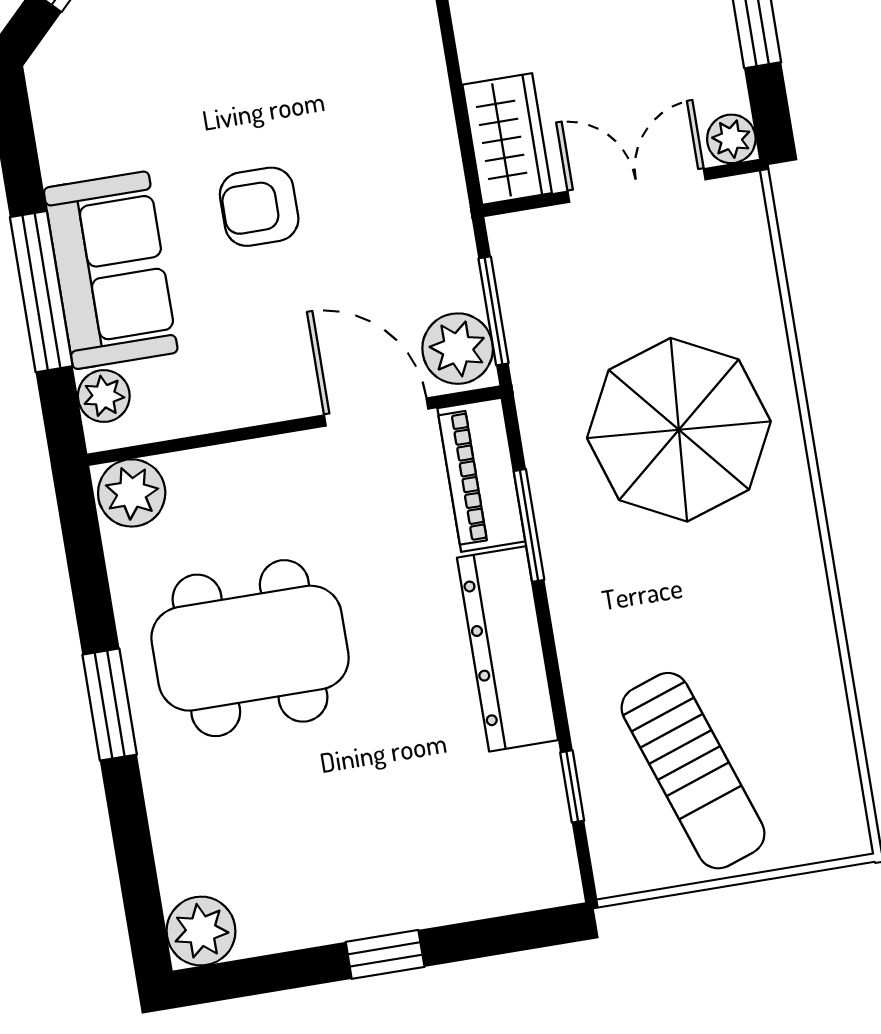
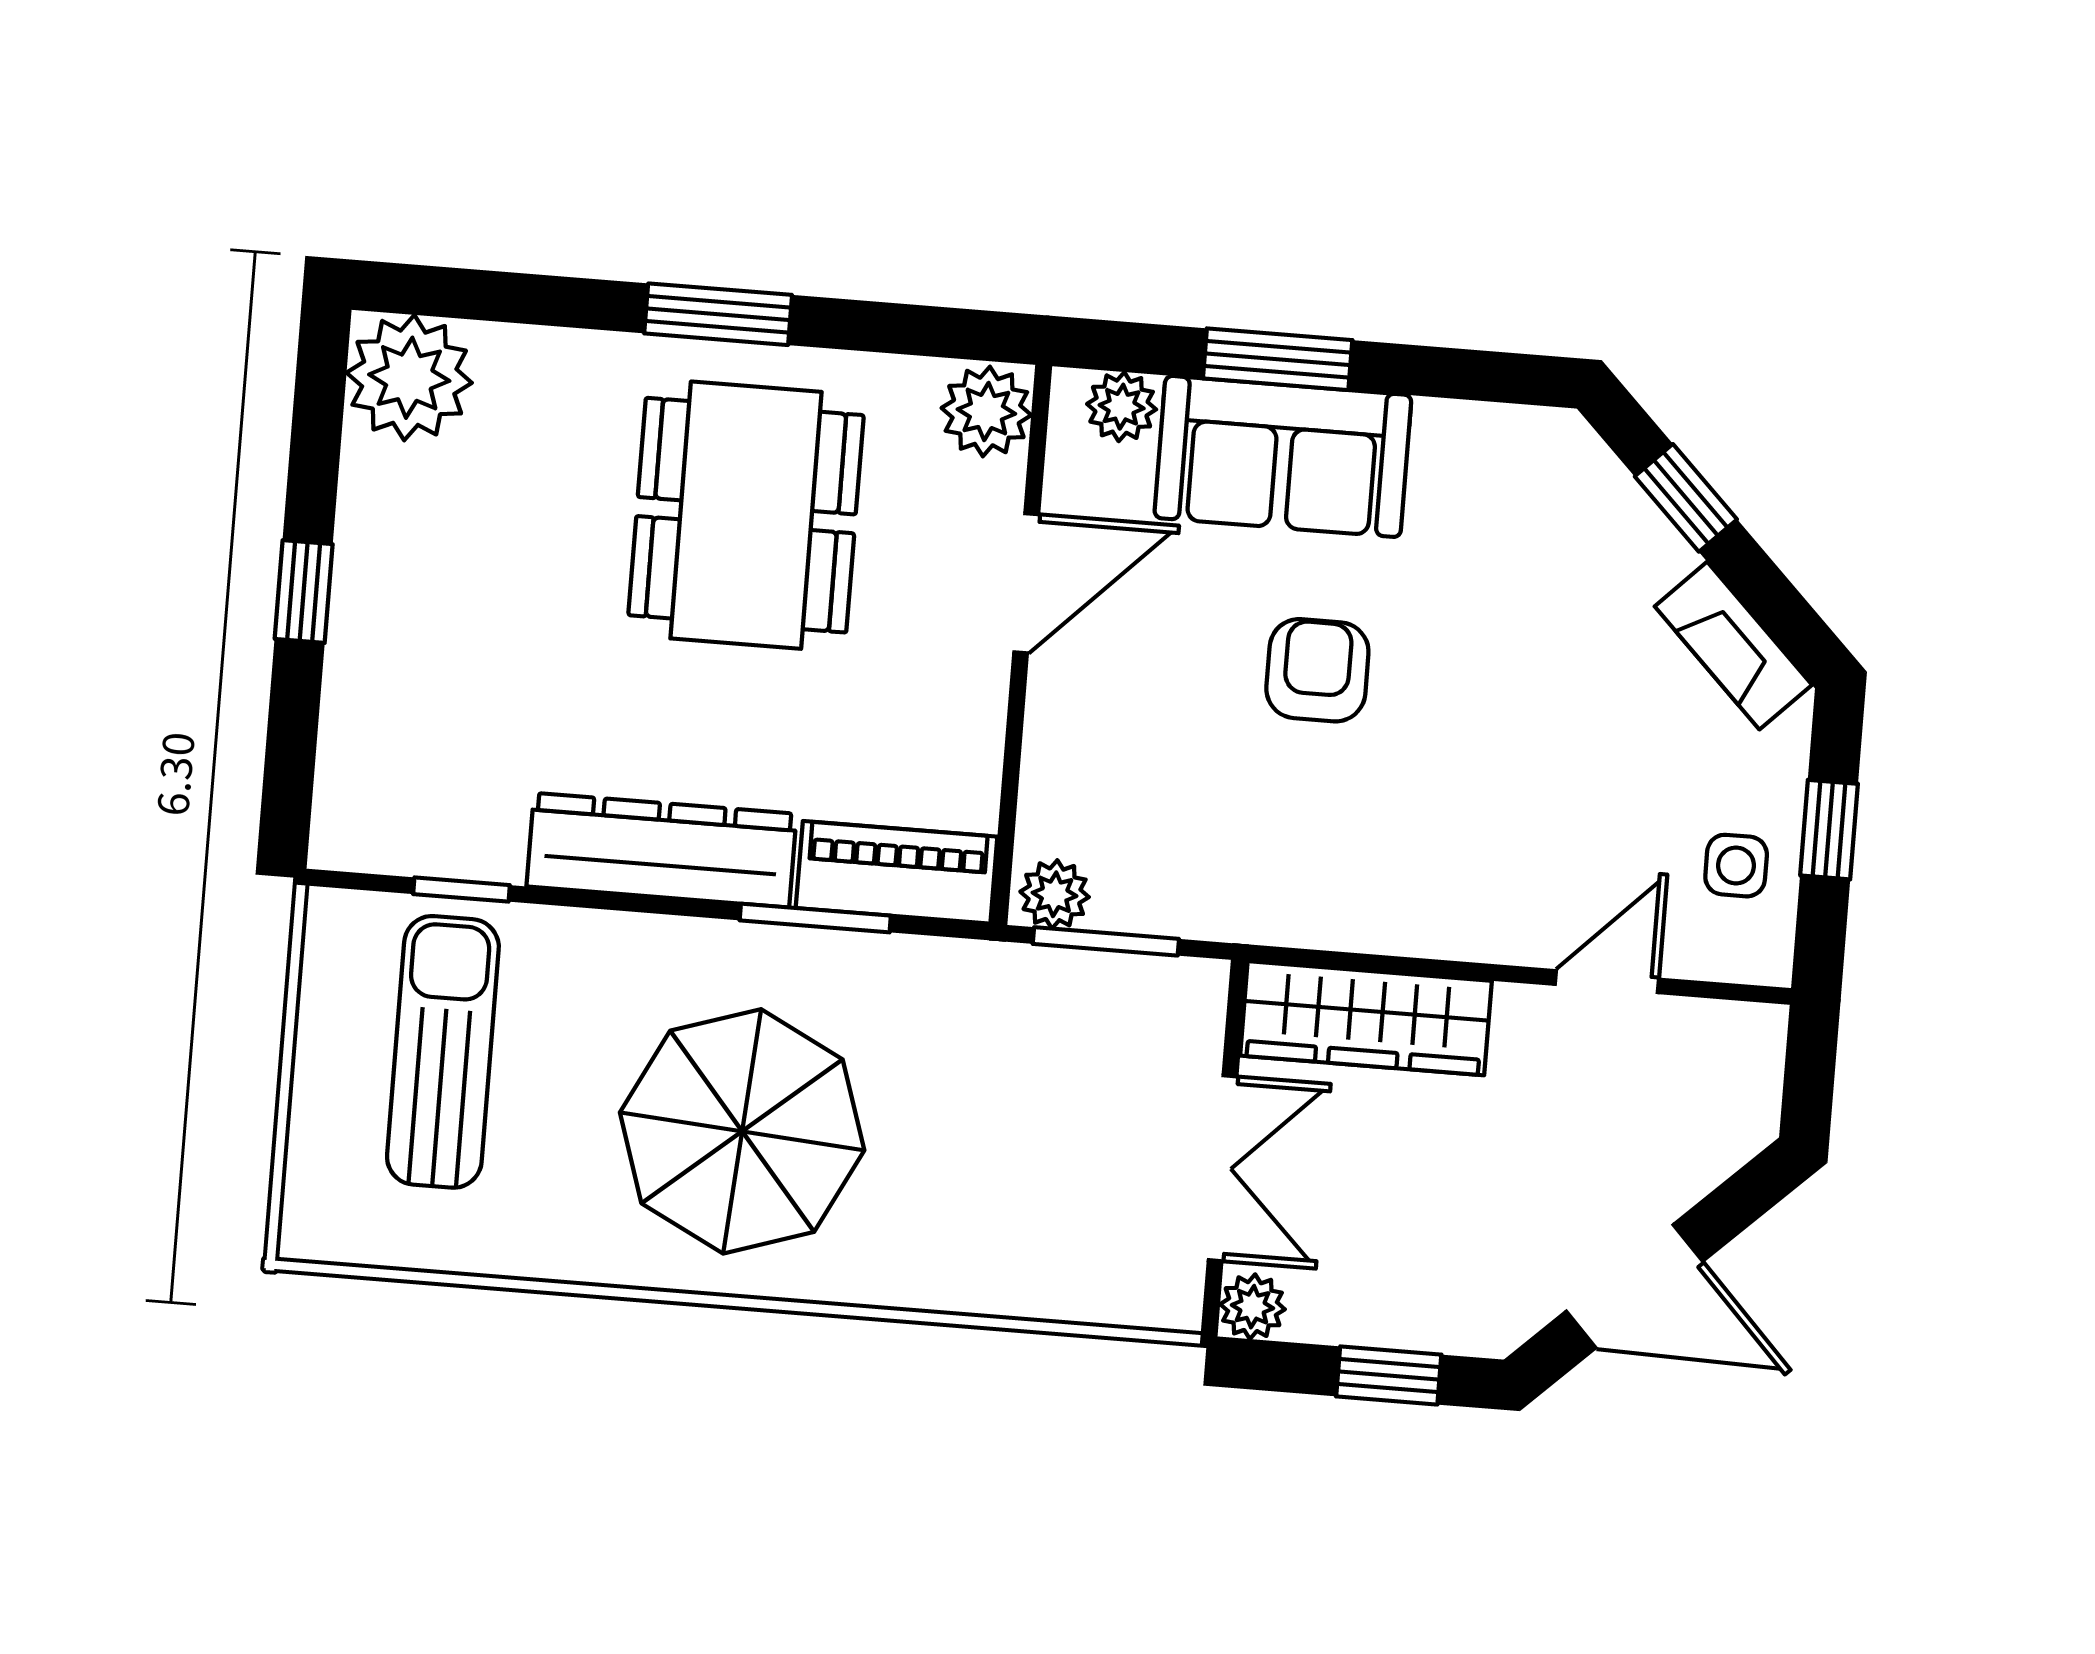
wardrobe: (507, 139) -> (1366, 1018), width x1.50
window: (41, 292) -> (1278, 359), width x0.69
plant: (458, 349) -> (1055, 894), width x0.73, depth x0.73
door: (376, 412) -> (1026, 583), moved
parasol: (679, 430) -> (742, 1131), moved
sun lounger: (693, 771) -> (443, 1052), turned 109
plant: (201, 931) -> (409, 378), width x1.36, depth x1.36

